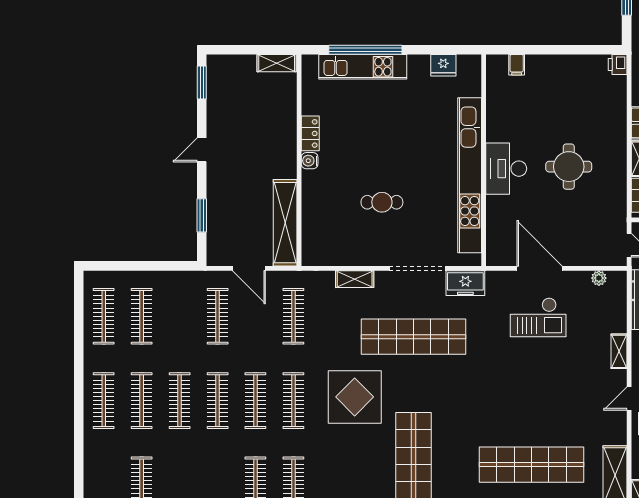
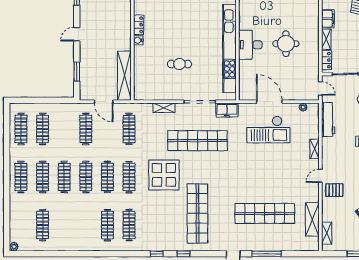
checkout: (538, 317) -> (268, 130), width x1.36, depth x1.21

